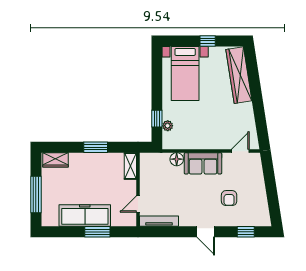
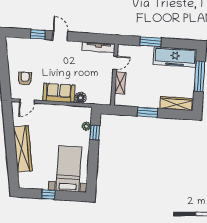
wardrobe: (239, 75) -> (23, 149), moved
wardrobe: (56, 160) -> (176, 104), width x1.50
shelving: (130, 166) -> (120, 83), moved
armchair: (229, 198) -> (25, 78), moved
freezer: (85, 216) -> (175, 57), moved
window: (246, 232) -> (38, 34), moved

